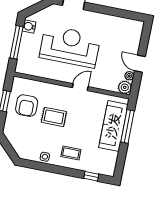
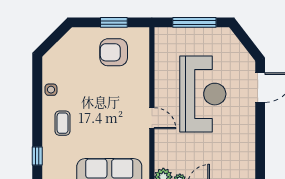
water cooler: (29, 26) -> (219, 35), removed
rug: (54, 117) -> (106, 91), removed

